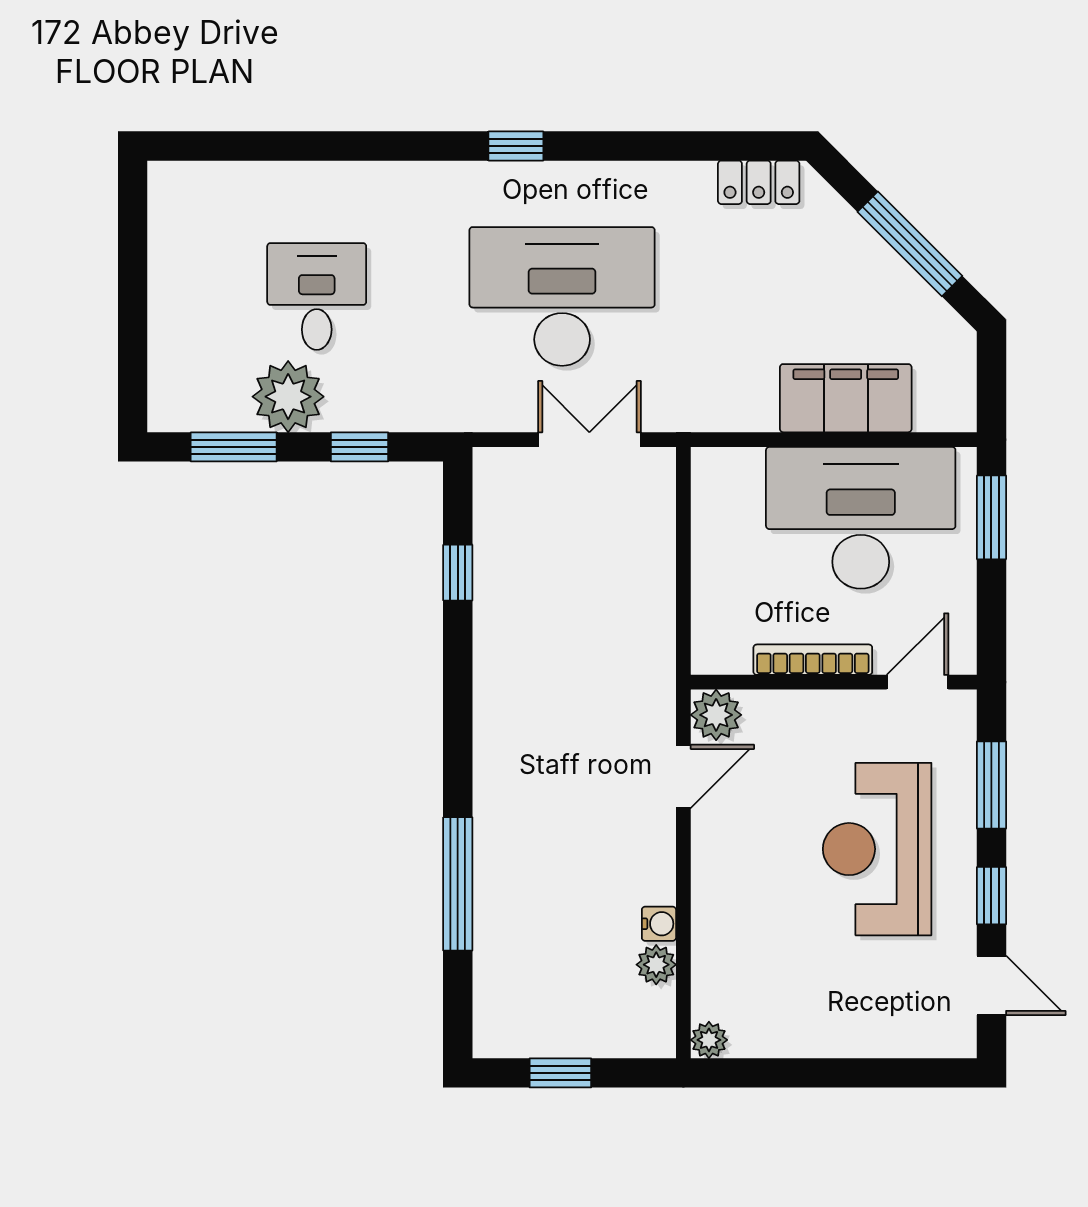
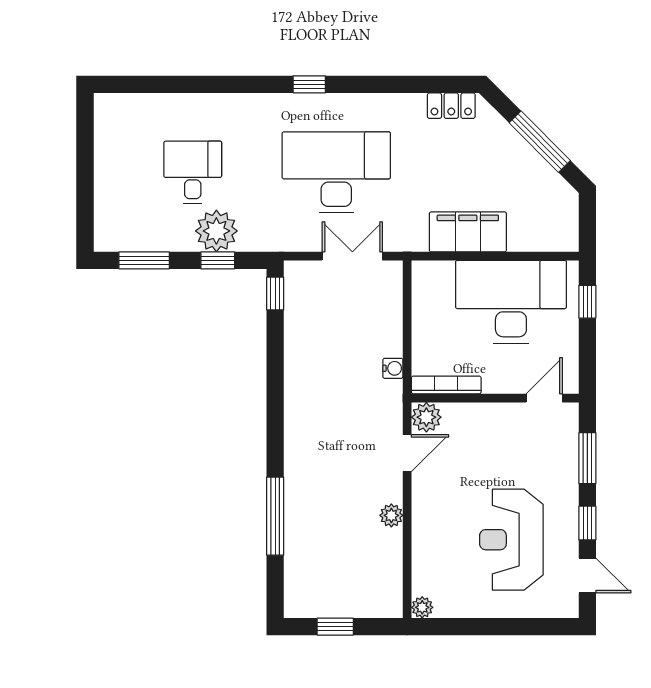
plant: (288, 397) -> (216, 231), moved
filing cabinet: (846, 398) -> (468, 232), moved
window: (991, 517) -> (587, 302), width x0.67
window: (458, 573) -> (275, 294), moved
bookcase: (813, 660) -> (446, 385), moved
reception desk: (877, 849) -> (511, 540), moved
water cooler: (659, 924) -> (393, 368), moved
plant: (656, 965) -> (391, 515), moved

